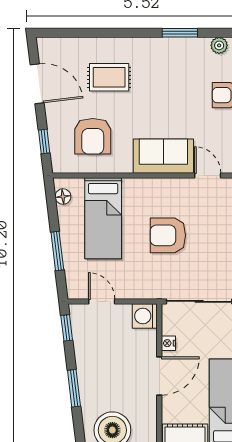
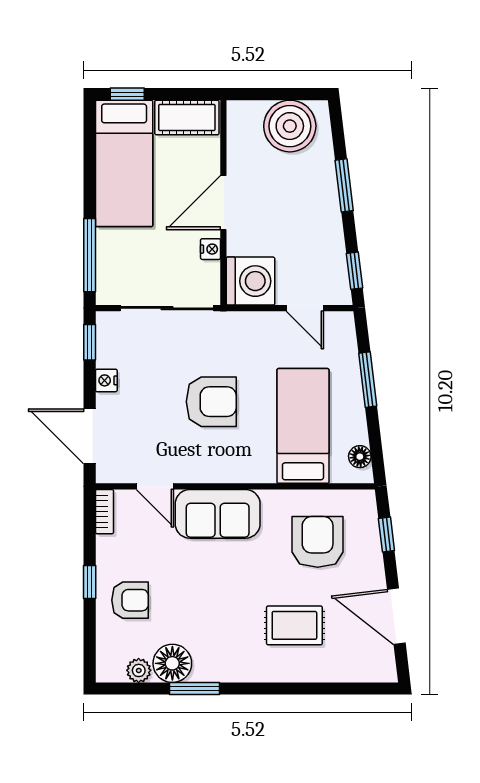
floor lamp: (195, 50) -> (172, 663), added
washing machine: (145, 316) -> (250, 281), width x1.37, depth x1.37

